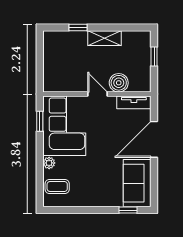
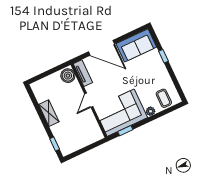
window: (78, 28) -> (55, 144), moved
window: (154, 56) -> (45, 74), removed
boiler: (119, 83) -> (68, 76), moved
window: (128, 210) -> (164, 56), moved

